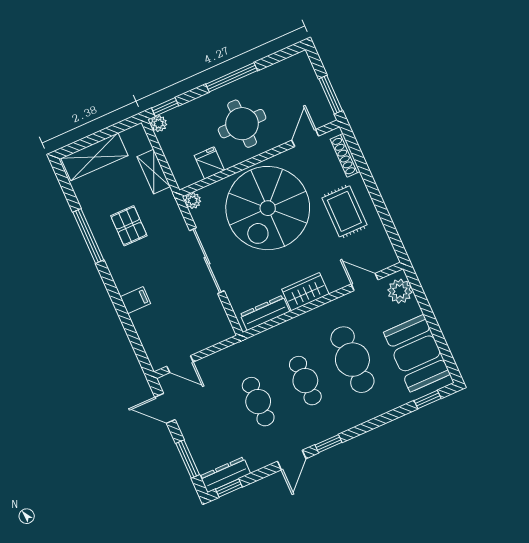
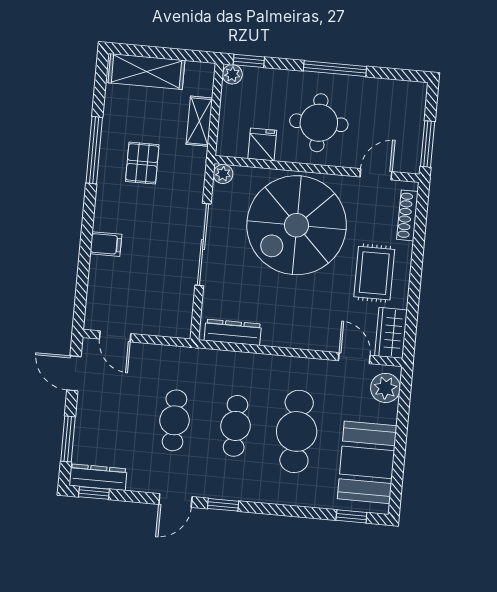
wardrobe: (305, 292) -> (391, 333), moved, turned -90

